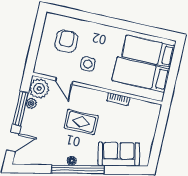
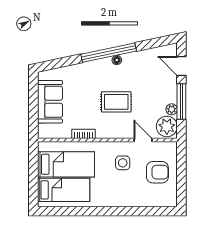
armchair: (66, 41) -> (157, 172), moved, turned -90
door: (13, 142) -> (181, 66), hinge flipped
sofa: (119, 154) -> (50, 102), moved, turned -78

